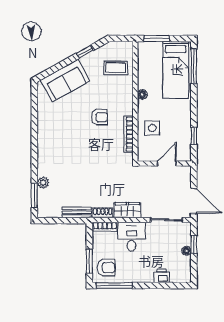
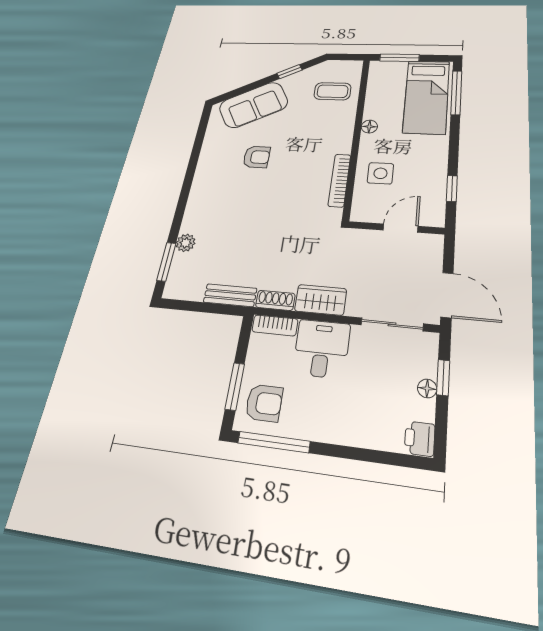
armchair: (100, 117) -> (257, 157), moved
printer: (162, 276) -> (420, 439), moved, turned -90

